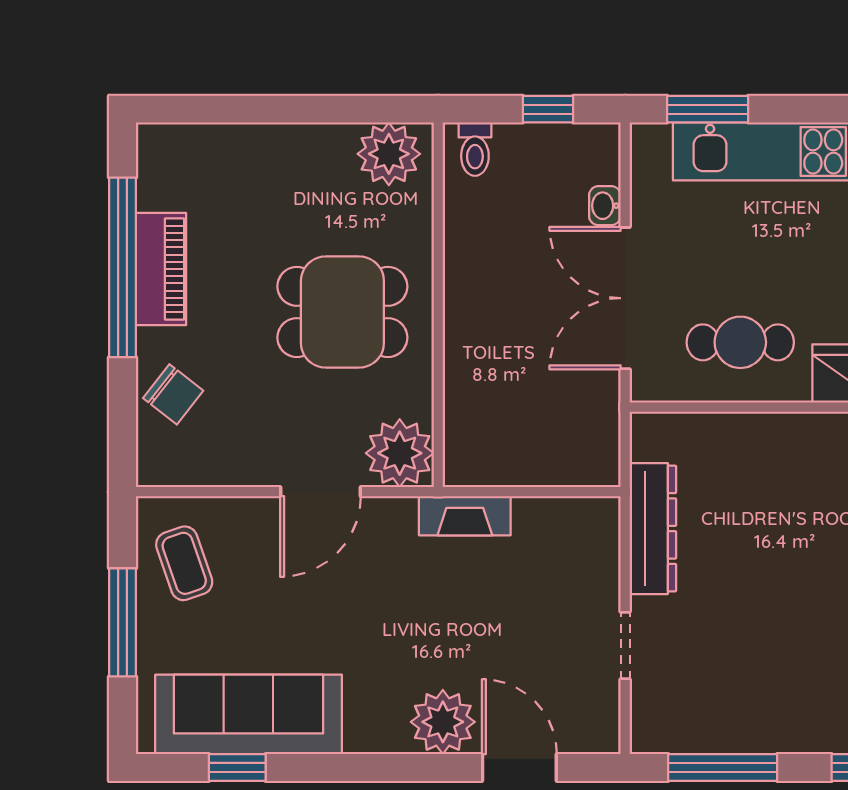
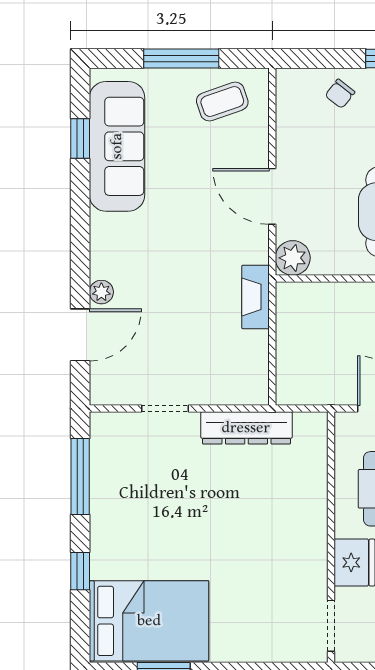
chair: (173, 394) -> (340, 94), width x0.73, depth x0.73
plant: (400, 453) -> (293, 258), width x0.73, depth x0.73
plant: (443, 722) -> (101, 292), width x0.53, depth x0.53

